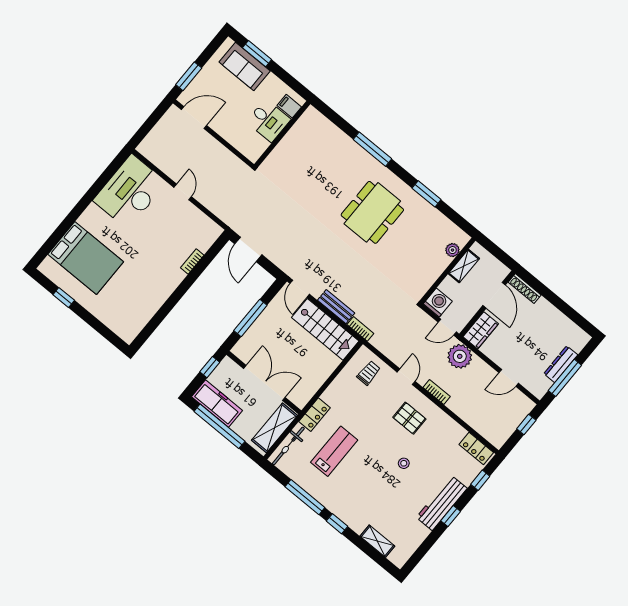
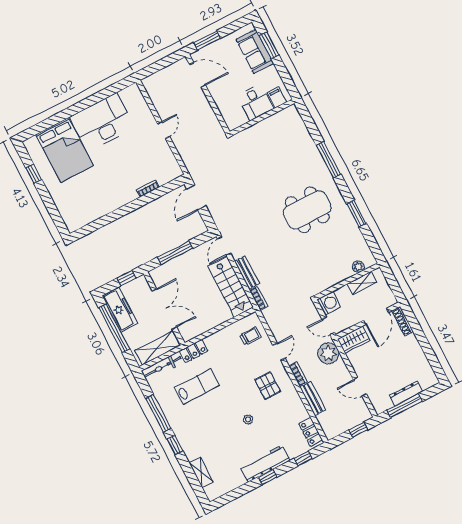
desk: (130, 192) -> (102, 122), moved
bench: (464, 412) -> (313, 399), added

